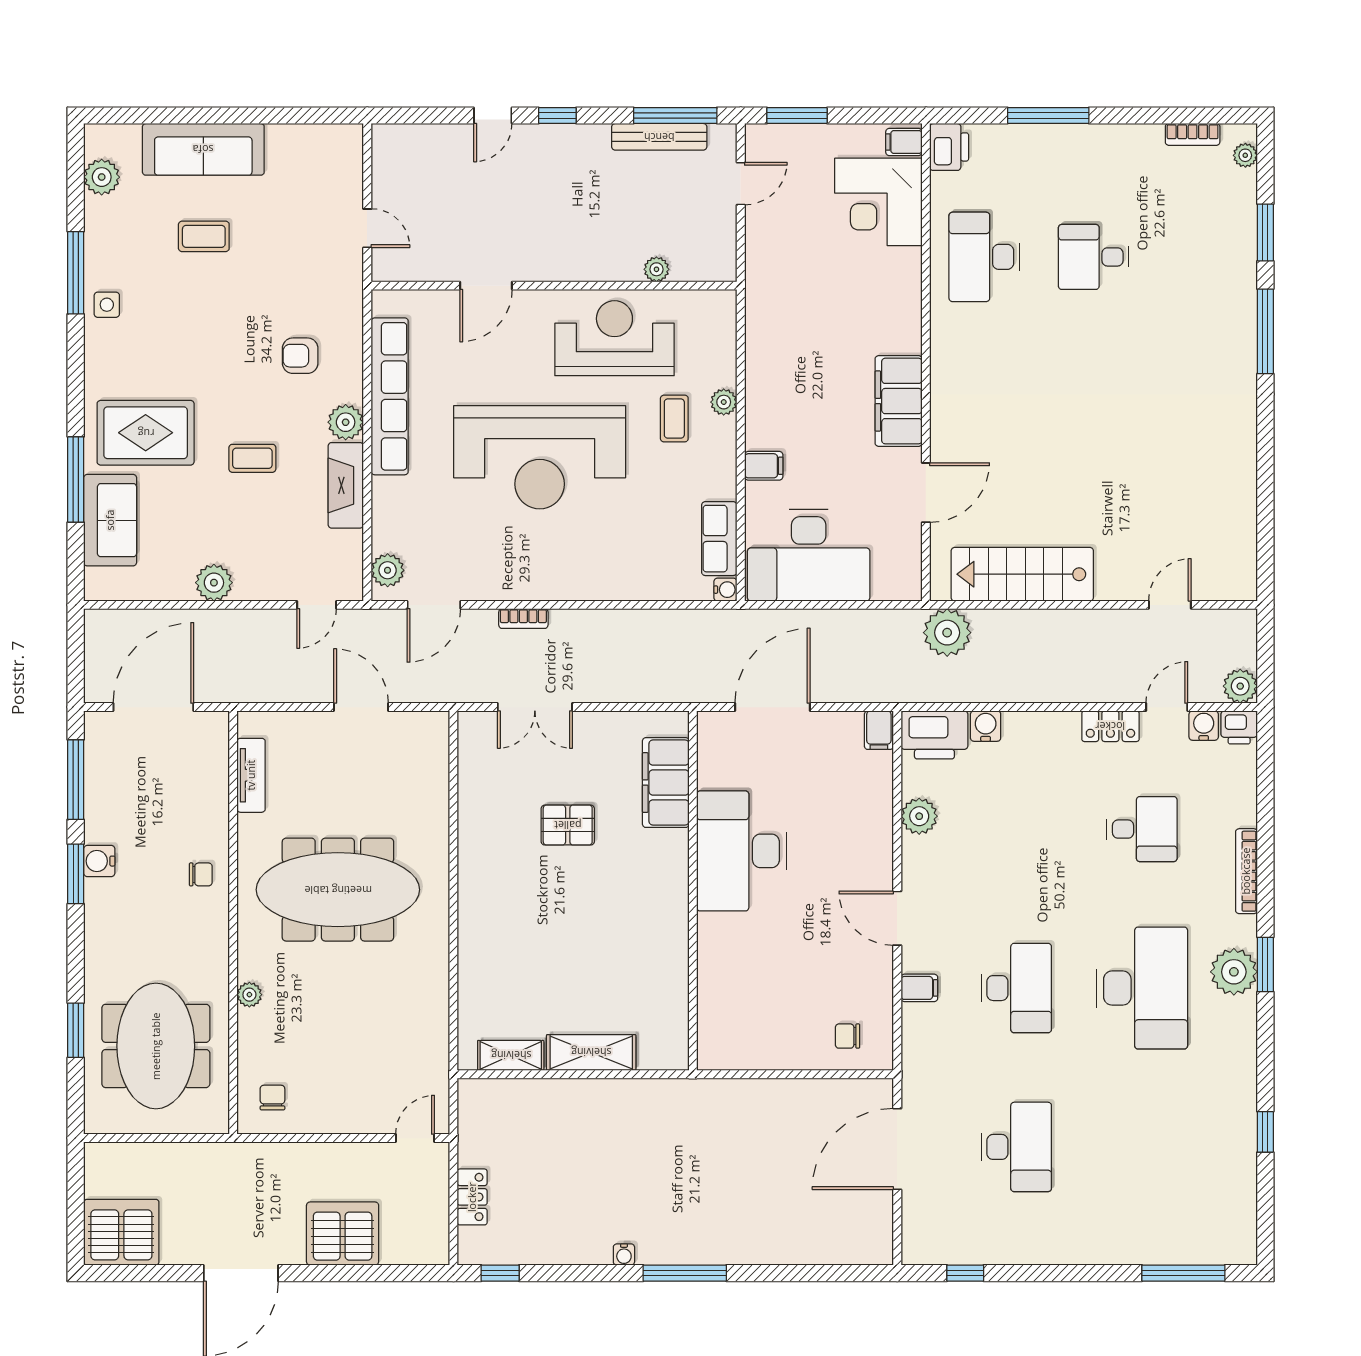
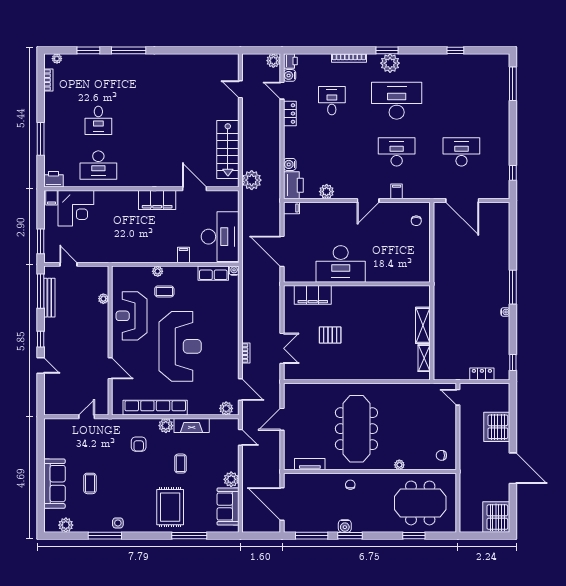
sofa: (110, 520) -> (228, 506), moved, turned -90
pallet: (568, 825) -> (330, 335), turned 90

